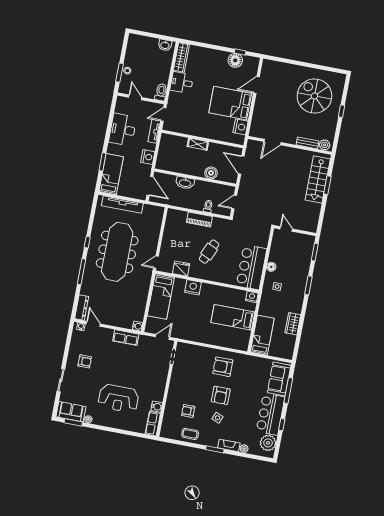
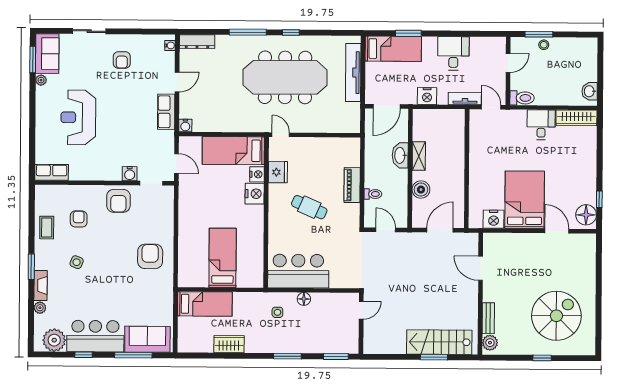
floor lamp: (235, 60) -> (586, 215), moved
desk: (123, 130) -> (453, 53), width x0.73
shelving: (198, 144) -> (419, 156), moved
nightstand: (252, 297) -> (257, 174), moved
door: (93, 324) -> (177, 82), moved
armchair: (221, 395) -> (118, 201), moved, turned -90
water cooler: (157, 407) -> (130, 174), moved

